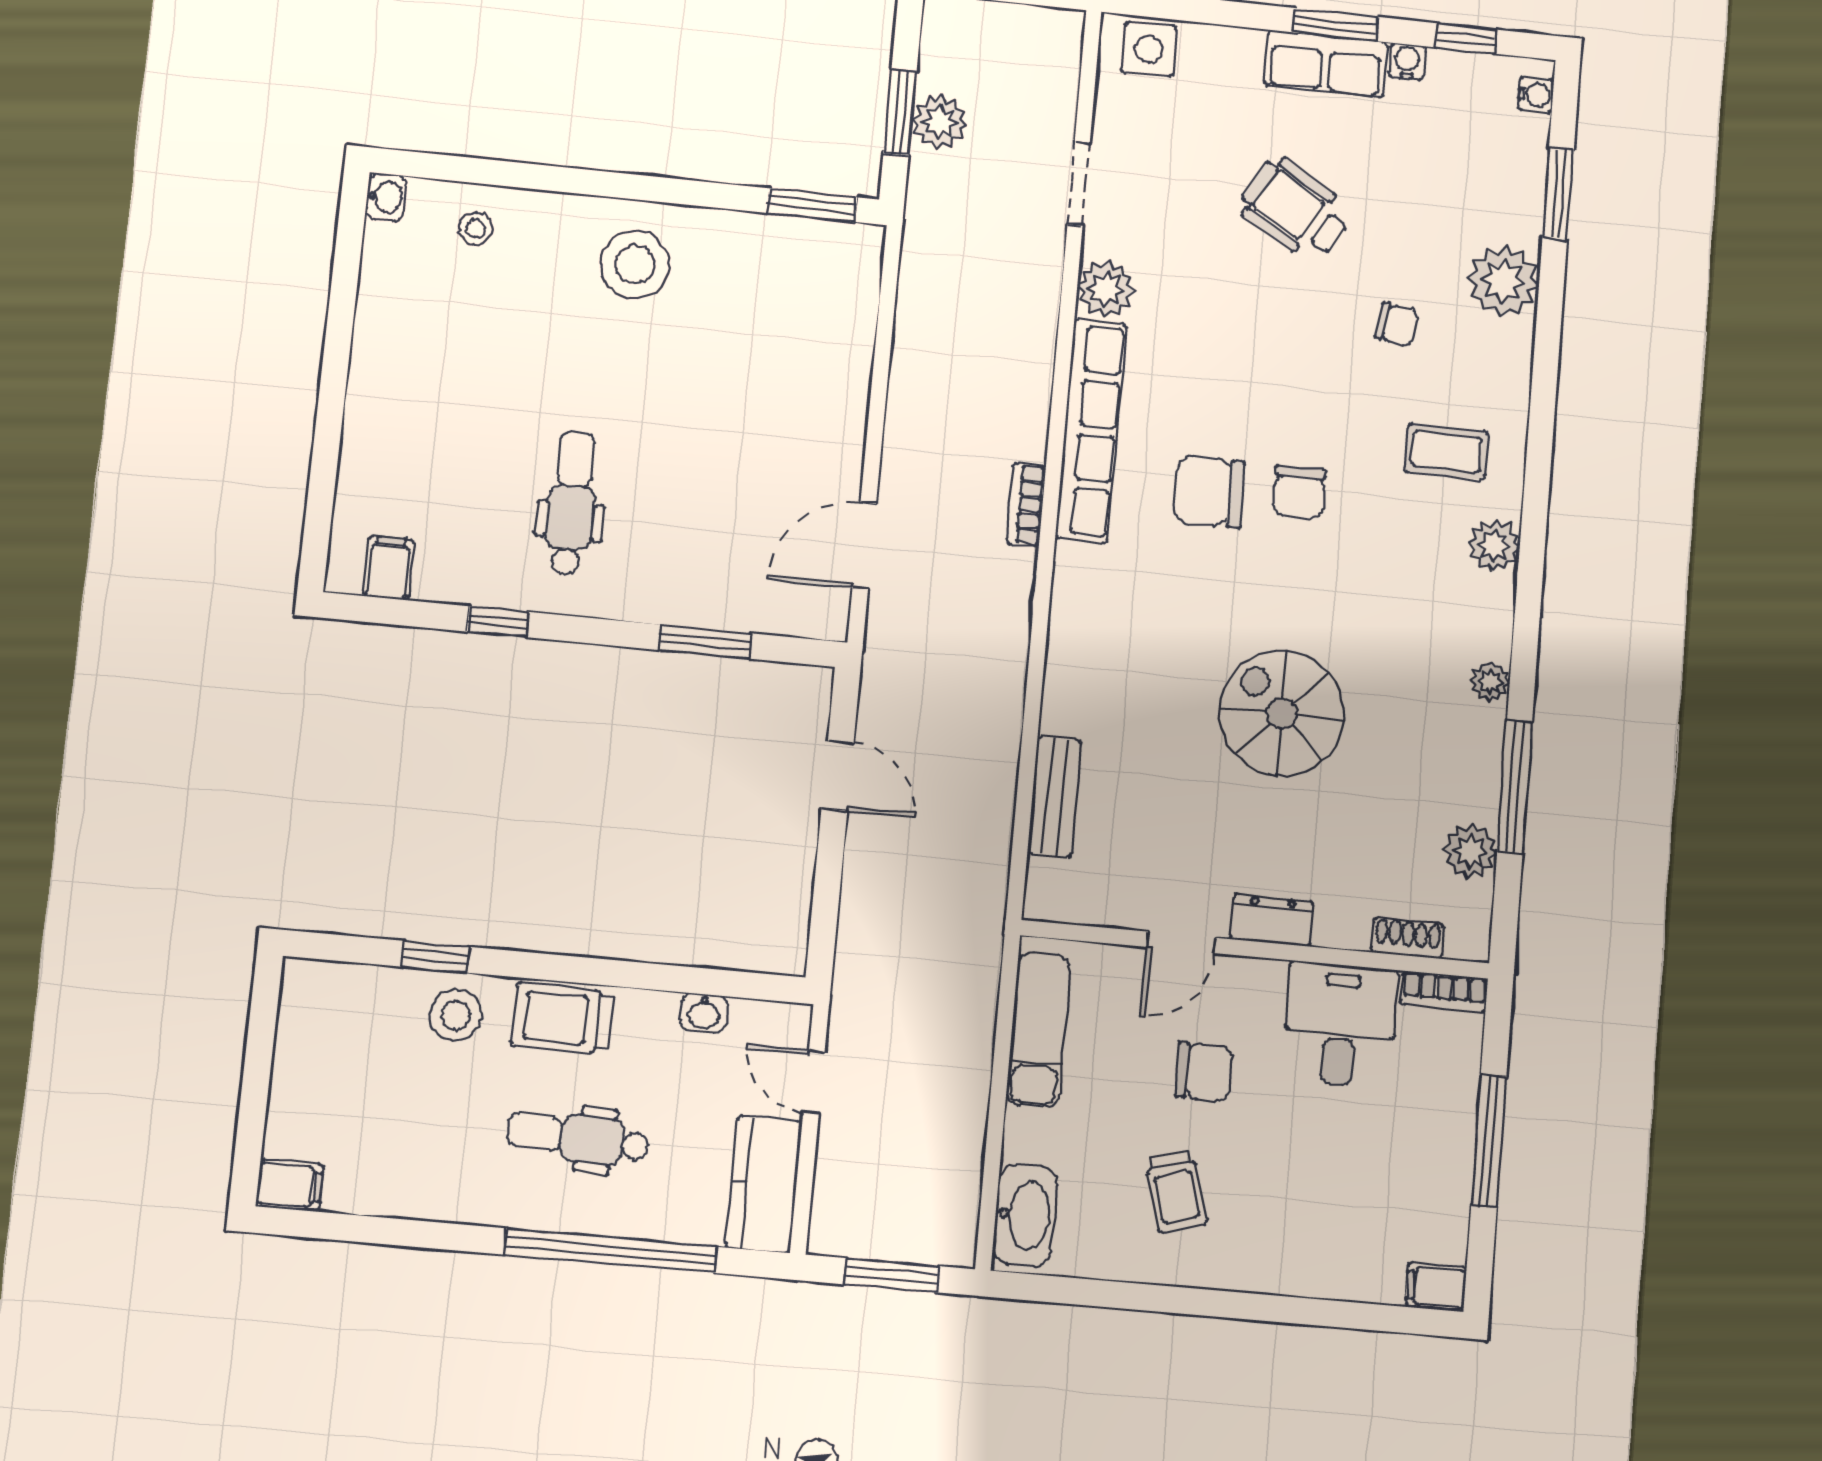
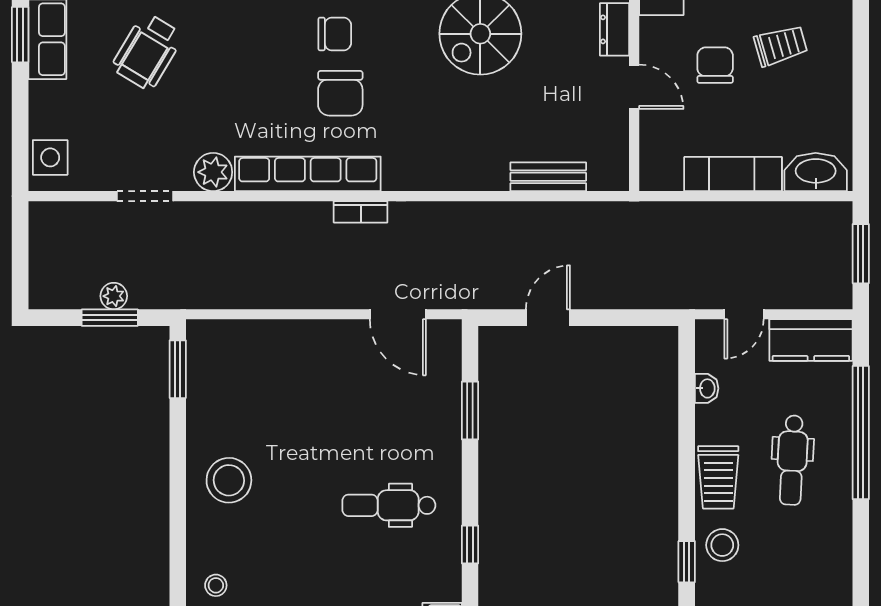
plant: (939, 122) -> (114, 296), width x0.73, depth x0.73
exam couch: (1038, 1029) -> (733, 174), moved
trolley: (1176, 1192) -> (781, 46), moved

